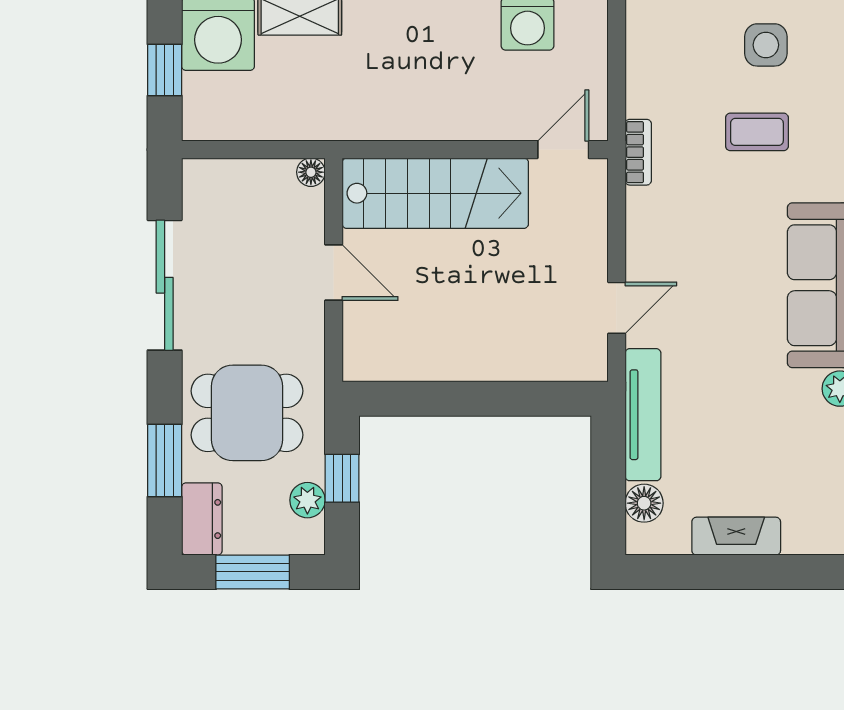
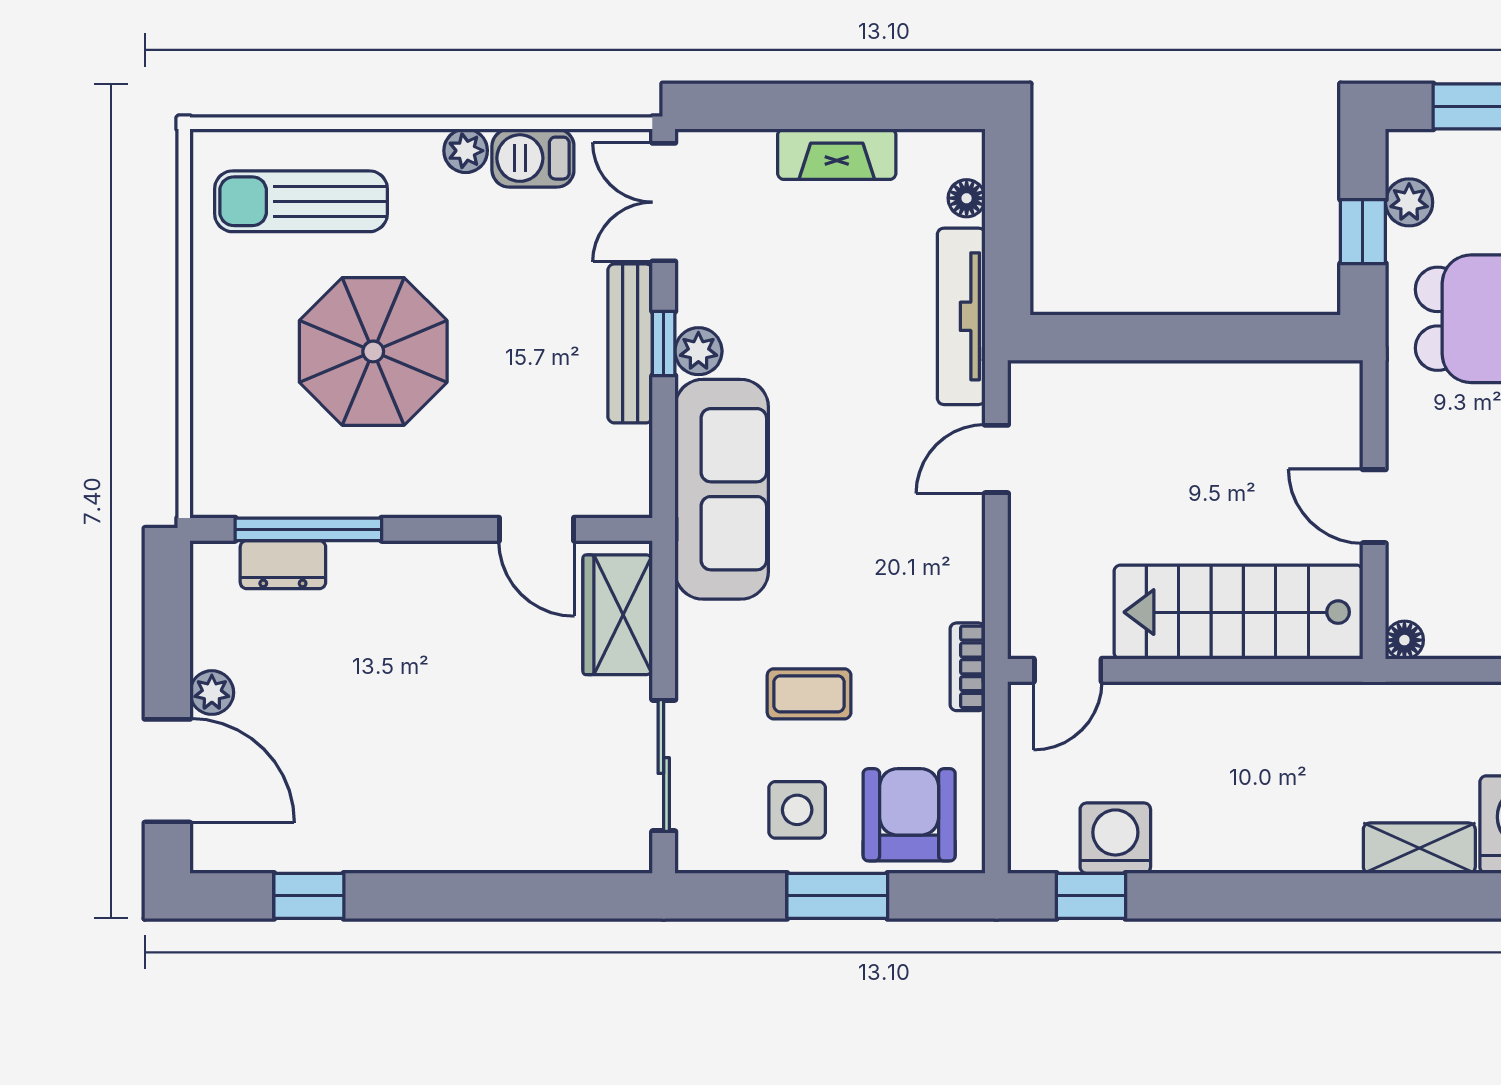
armchair: (682, 41) -> (909, 815), added
floor lamp: (644, 503) -> (967, 198), width x0.73, depth x0.73

